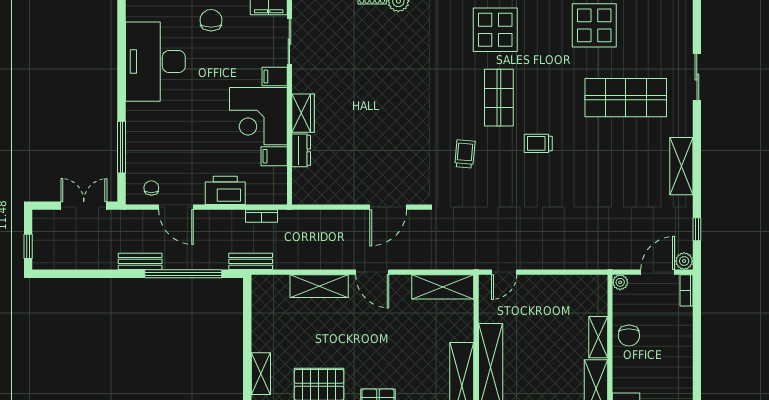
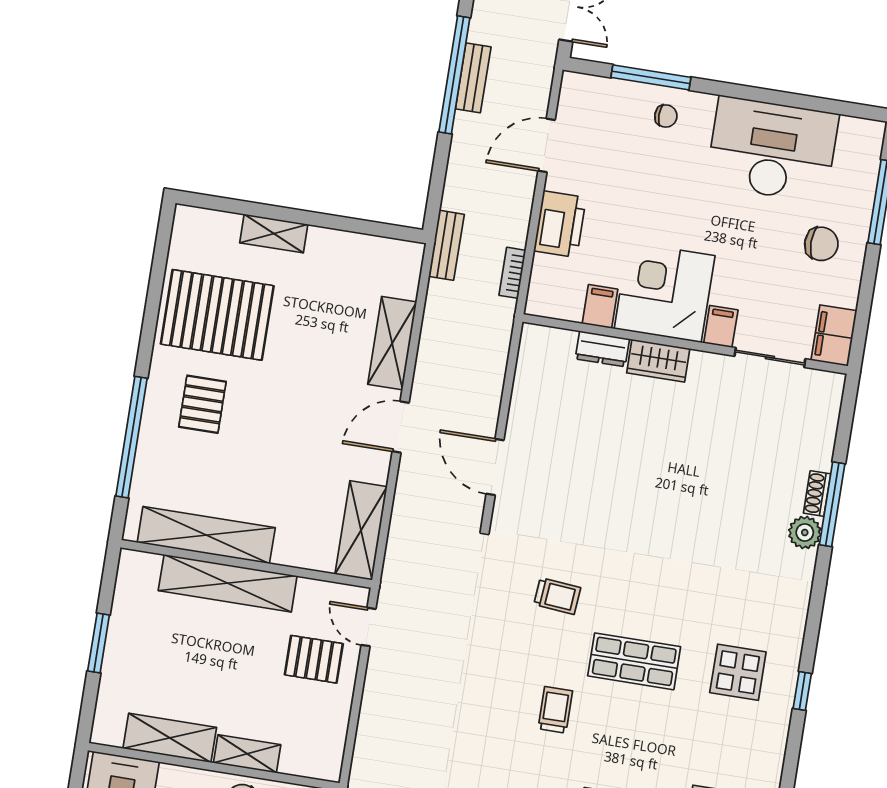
display table: (495, 30) -> (738, 672), width x0.73, depth x0.73
chair: (151, 188) -> (666, 116), moved
window: (183, 274) -> (454, 75), moved
pallet: (531, 304) -> (314, 659), added

